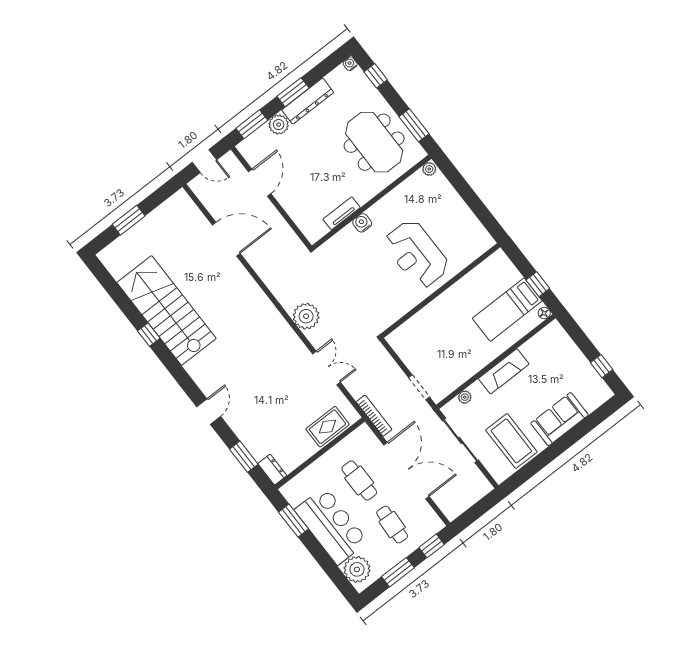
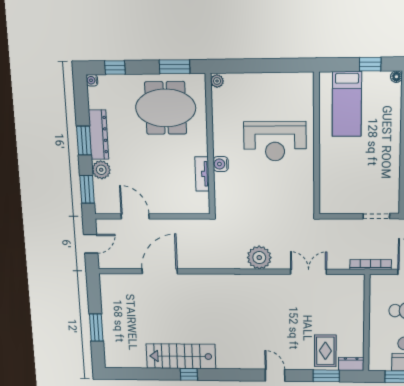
stairs: (166, 310) -> (181, 356), width x0.73, depth x0.66
bed: (507, 310) -> (347, 104), moved
rug: (327, 427) -> (325, 351), moved

